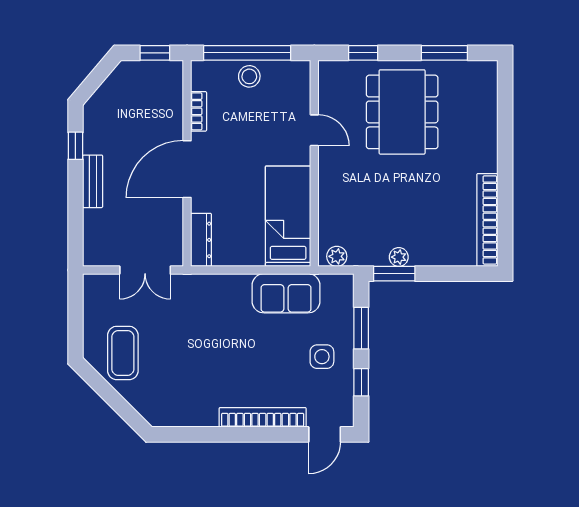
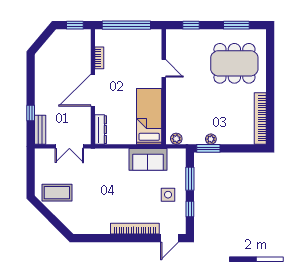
stool: (249, 76) -> (127, 38), removed
dining table: (402, 112) -> (234, 63), moved, turned 90
window: (75, 146) -> (31, 113), moved
bench: (93, 181) -> (40, 130), moved
coffee table: (123, 353) -> (57, 193), turned 90

